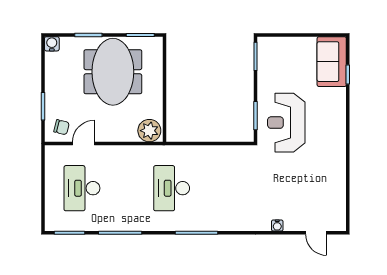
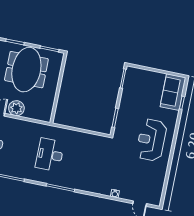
reception desk: (286, 123) -> (151, 140), moved
plant: (149, 131) -> (16, 108), moved

